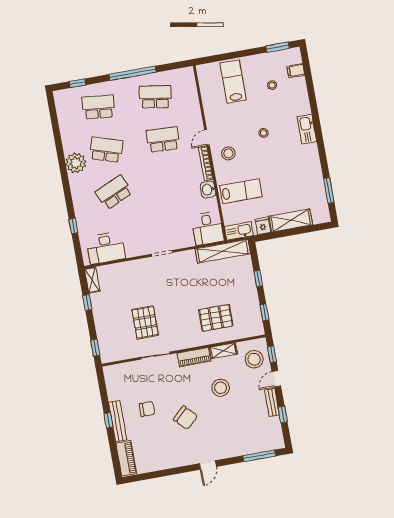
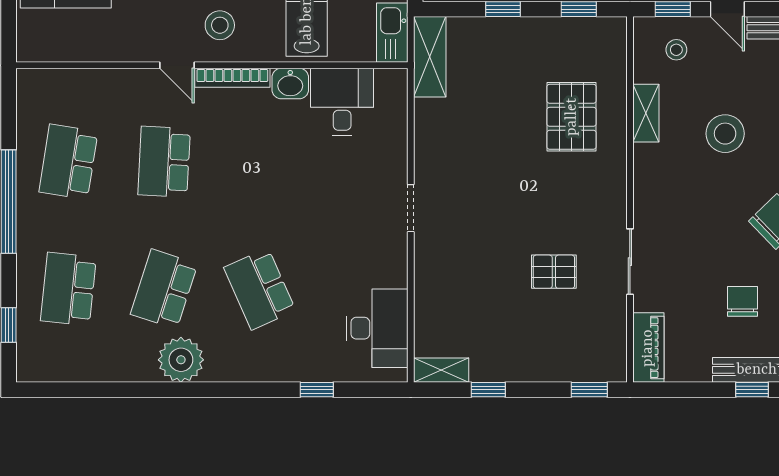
desk: (208, 228) -> (342, 102), moved, turned -90
shelving: (223, 251) -> (430, 57), width x0.68
pallet: (145, 322) -> (554, 272), width x0.67, depth x0.71
piano: (194, 357) -> (648, 348), moved
stool: (254, 359) -> (676, 50), width x0.53, depth x0.53

